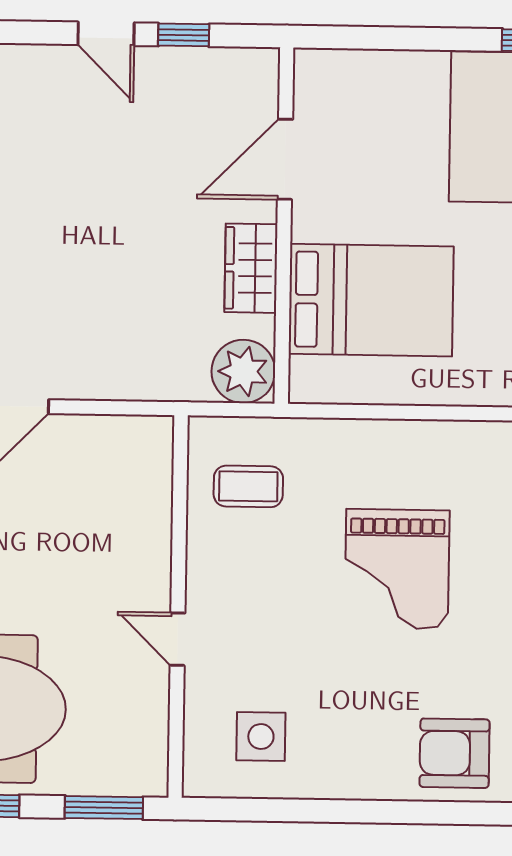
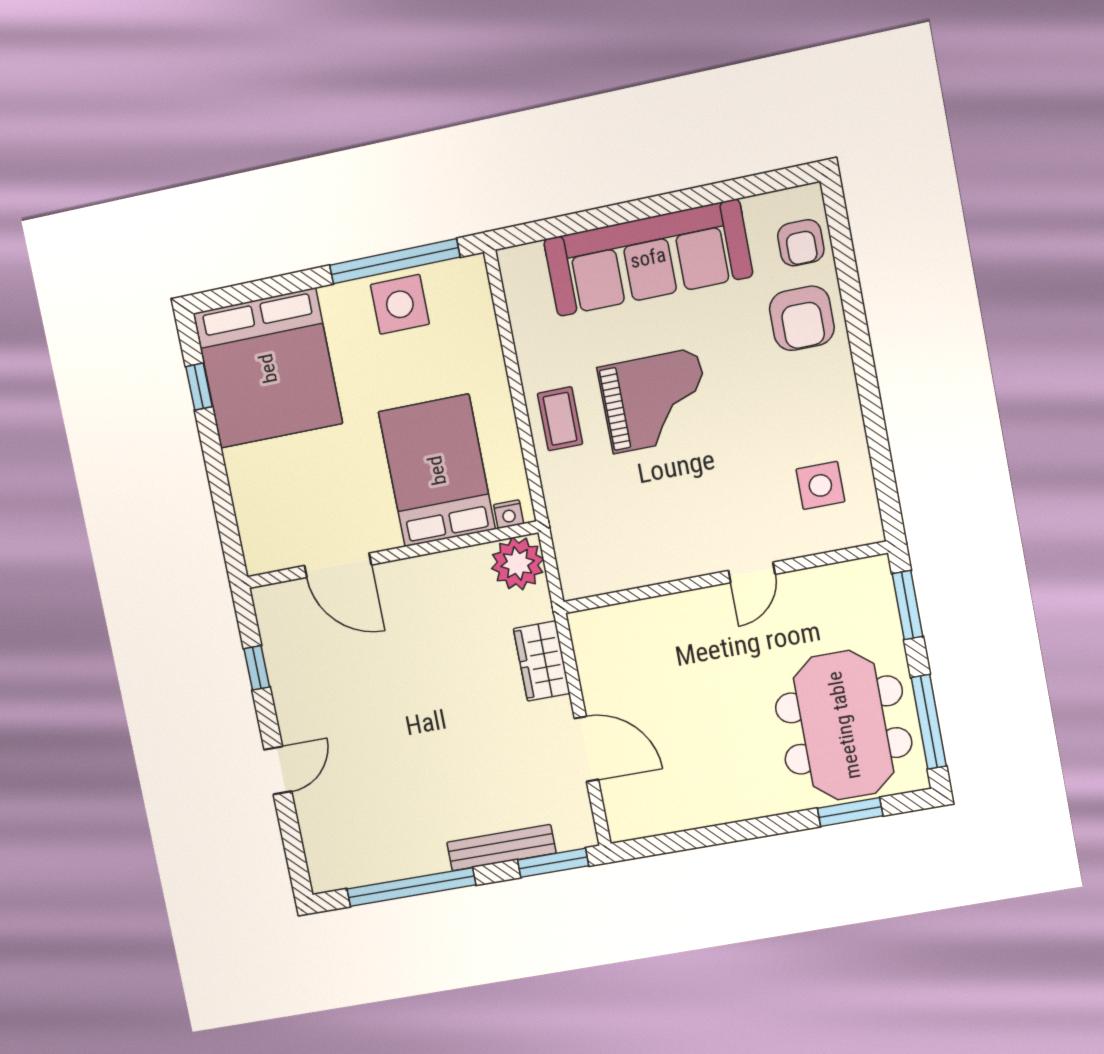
door: (106, 34) -> (278, 770), moved
wardrobe: (251, 268) -> (542, 661), moved, turned 90
nightstand: (303, 373) -> (509, 514), added
coffee table: (248, 486) -> (560, 419), moved

